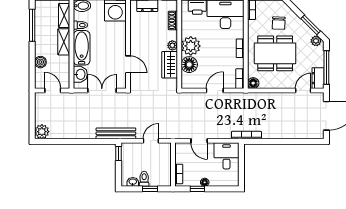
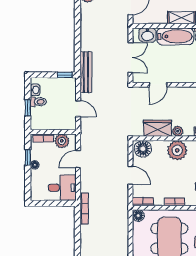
floor lamp: (189, 65) -> (143, 149), moved
plant: (182, 156) -> (62, 141), added

